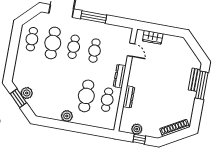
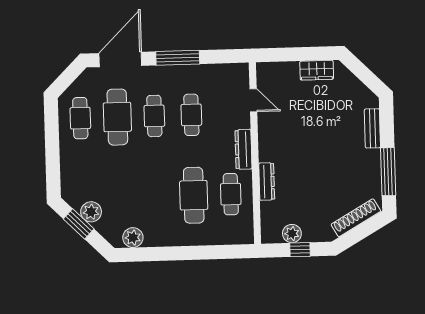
wardrobe: (153, 37) -> (317, 70), moved
window: (202, 85) -> (388, 172), moved
plant: (67, 116) -> (133, 238), moved

